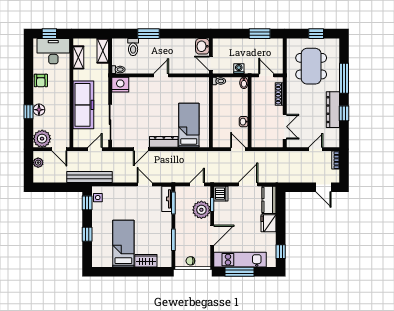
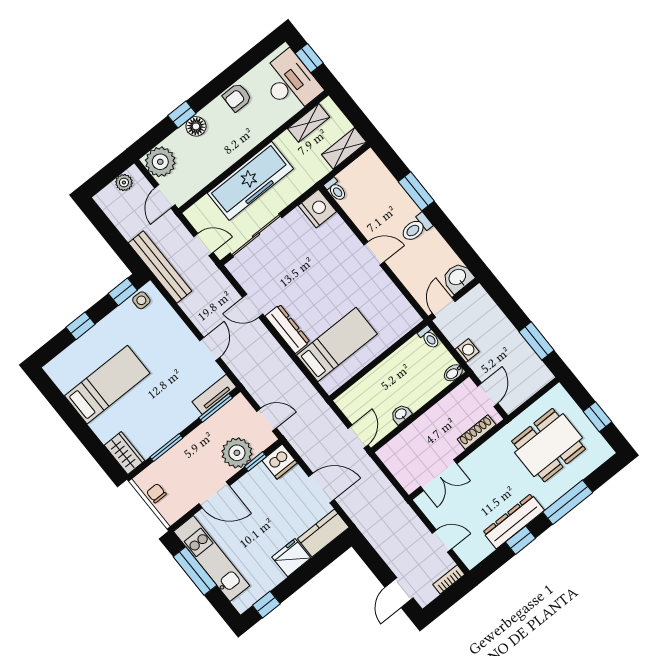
toilet: (133, 47) -> (416, 228), moved
wardrobe: (146, 261) -> (124, 453), moved

